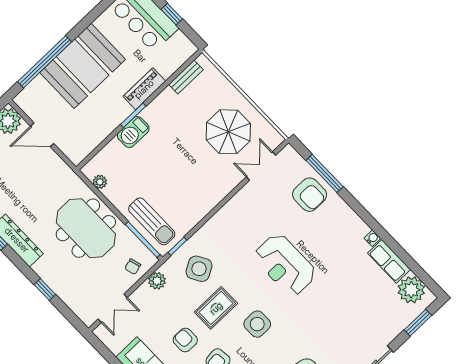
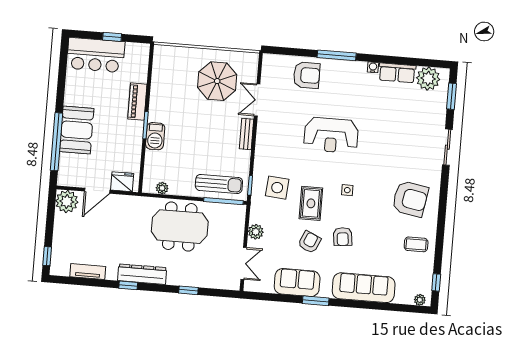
booth: (83, 66) -> (77, 130), width x0.73, depth x0.70
bench: (186, 77) -> (247, 134), moved
fridge: (70, 146) -> (122, 182), added
double door: (261, 166) -> (257, 100), moved
window: (325, 173) -> (337, 55), moved
chair: (133, 267) -> (233, 225), removed
side table: (199, 269) -> (277, 188), turned 35
plant: (157, 281) -> (256, 232), moved
side table: (257, 324) -> (347, 190), width x0.54, depth x0.54
armchair: (185, 340) -> (309, 242), turned 114

